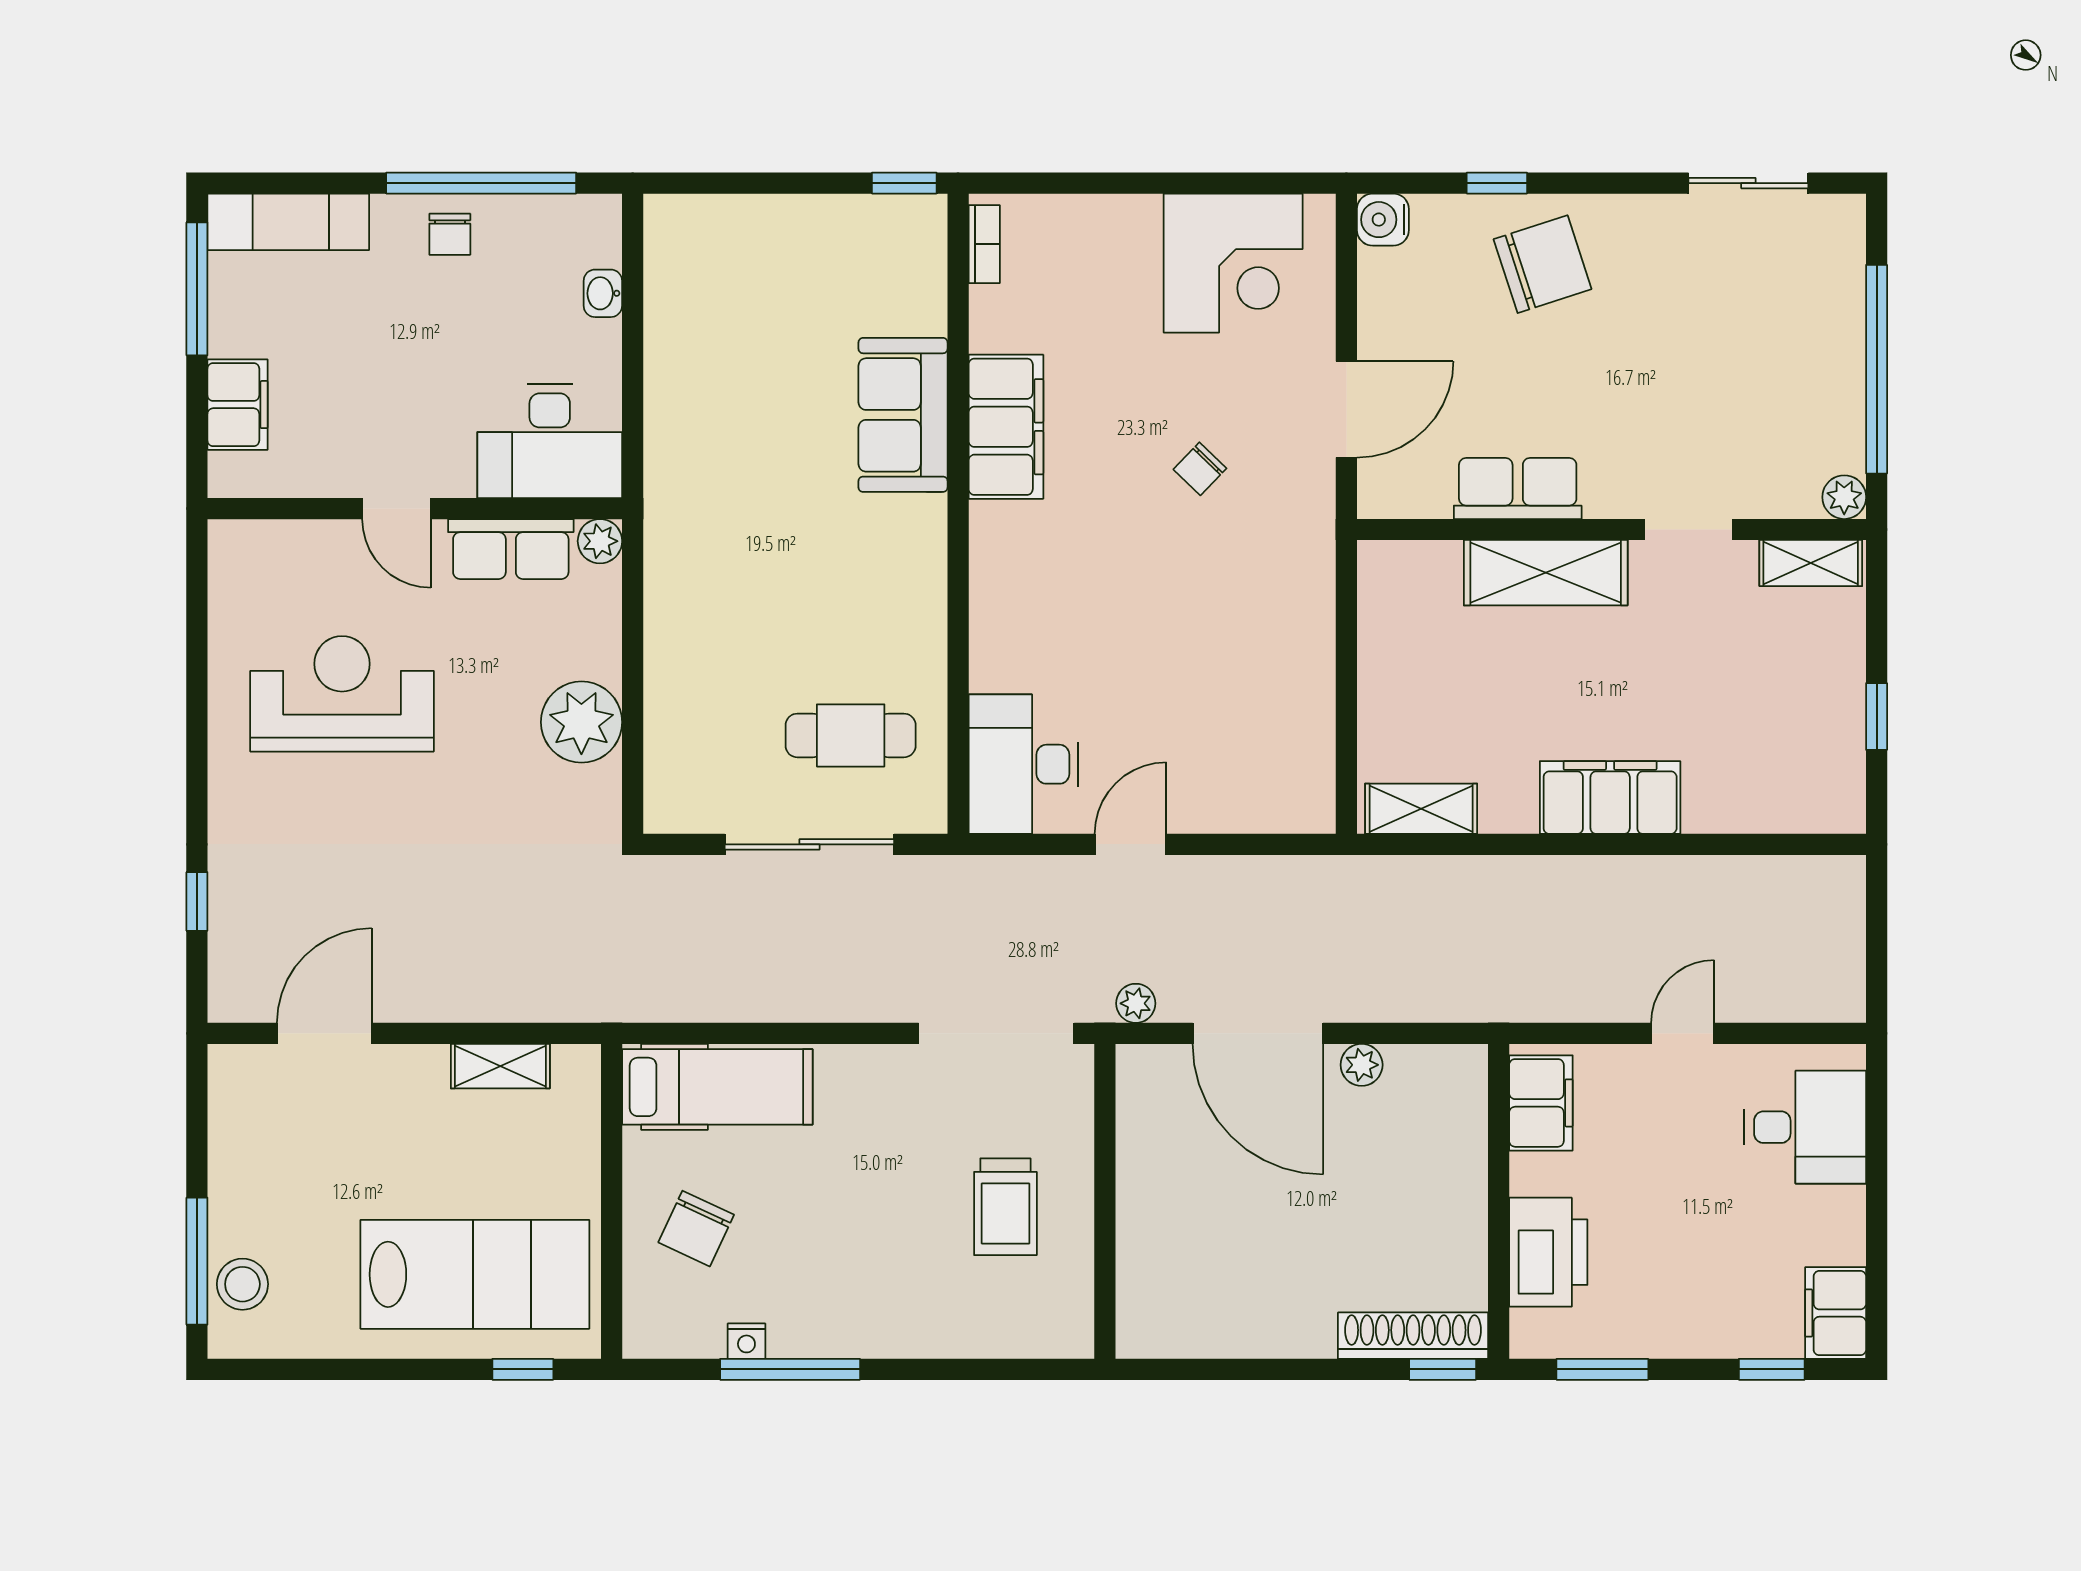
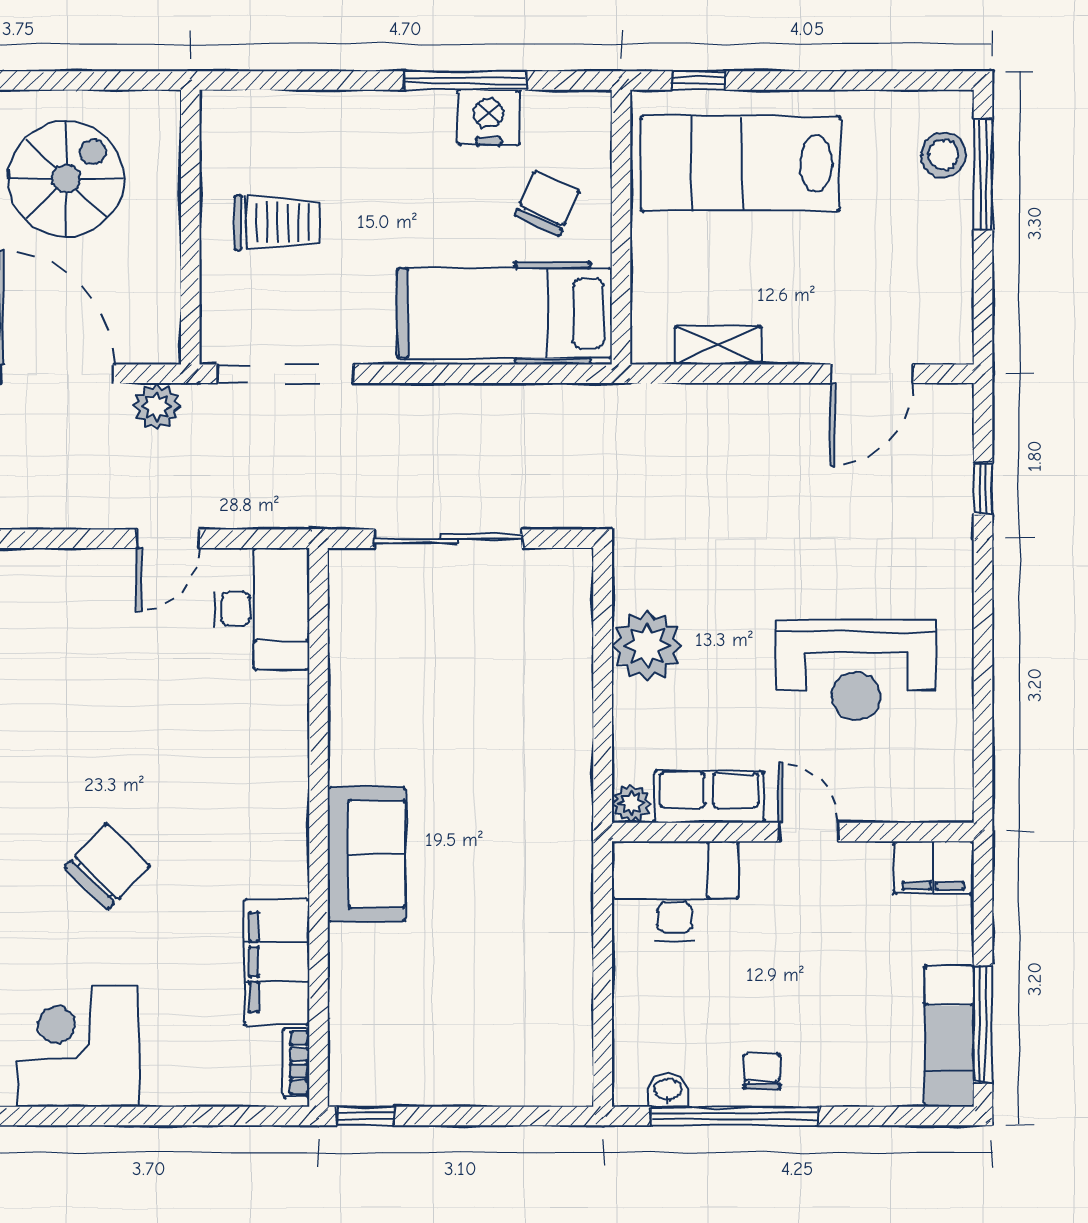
exam couch: (288, 222) -> (949, 1036), moved, turned -90
washbasin: (603, 293) -> (668, 1090), moved, turned -90
filing cabinet: (238, 405) -> (933, 867), moved, turned -90
sofa: (903, 415) -> (367, 854), moved
filing cabinet: (1006, 427) -> (277, 962), moved
chair: (1200, 469) -> (107, 867), width x1.87, depth x1.87
cafe table: (851, 735) -> (412, 634), removed
plant: (1136, 1003) -> (157, 406), width x1.38, depth x1.38
hospital bed: (717, 1087) -> (505, 313), width x1.37, depth x1.29
trolley: (1005, 1207) -> (277, 222), turned 90
spiral stairs: (1247, 1257) -> (66, 179), added
nightstand: (746, 1341) -> (489, 117), width x1.89, depth x1.79

